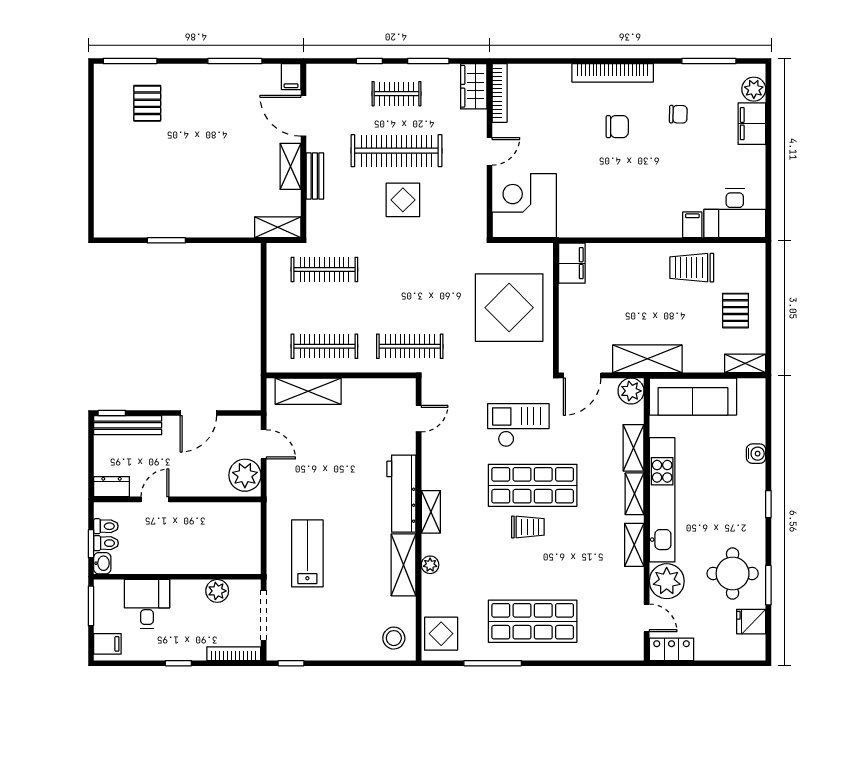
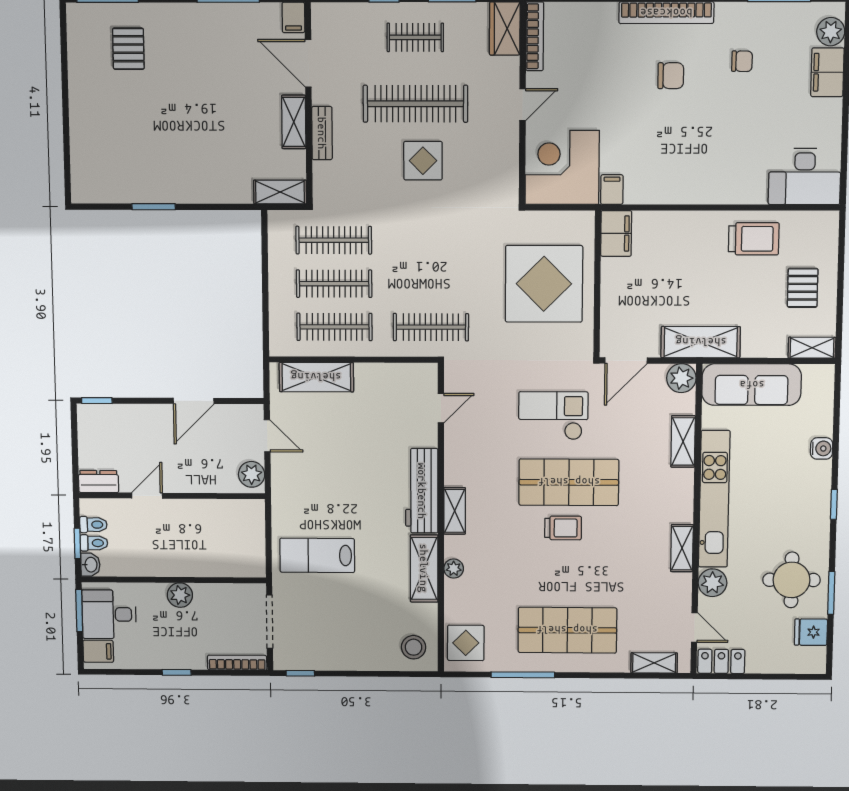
filing cabinet: (692, 225) -> (612, 190), moved
trolley: (692, 268) -> (754, 239), turned 180
clothes rail: (324, 308) -> (334, 284), added
bench: (128, 425) -> (115, 414), removed
plant: (245, 475) -> (252, 474), width x0.73, depth x0.73
shelving: (635, 494) -> (654, 663), moved, turned 90
lab bench: (307, 553) -> (317, 555), turned -90
plant: (667, 581) -> (712, 583), width x0.73, depth x0.73
plant: (217, 591) -> (180, 595), moved
desk: (147, 604) -> (109, 614), moved, turned -90

